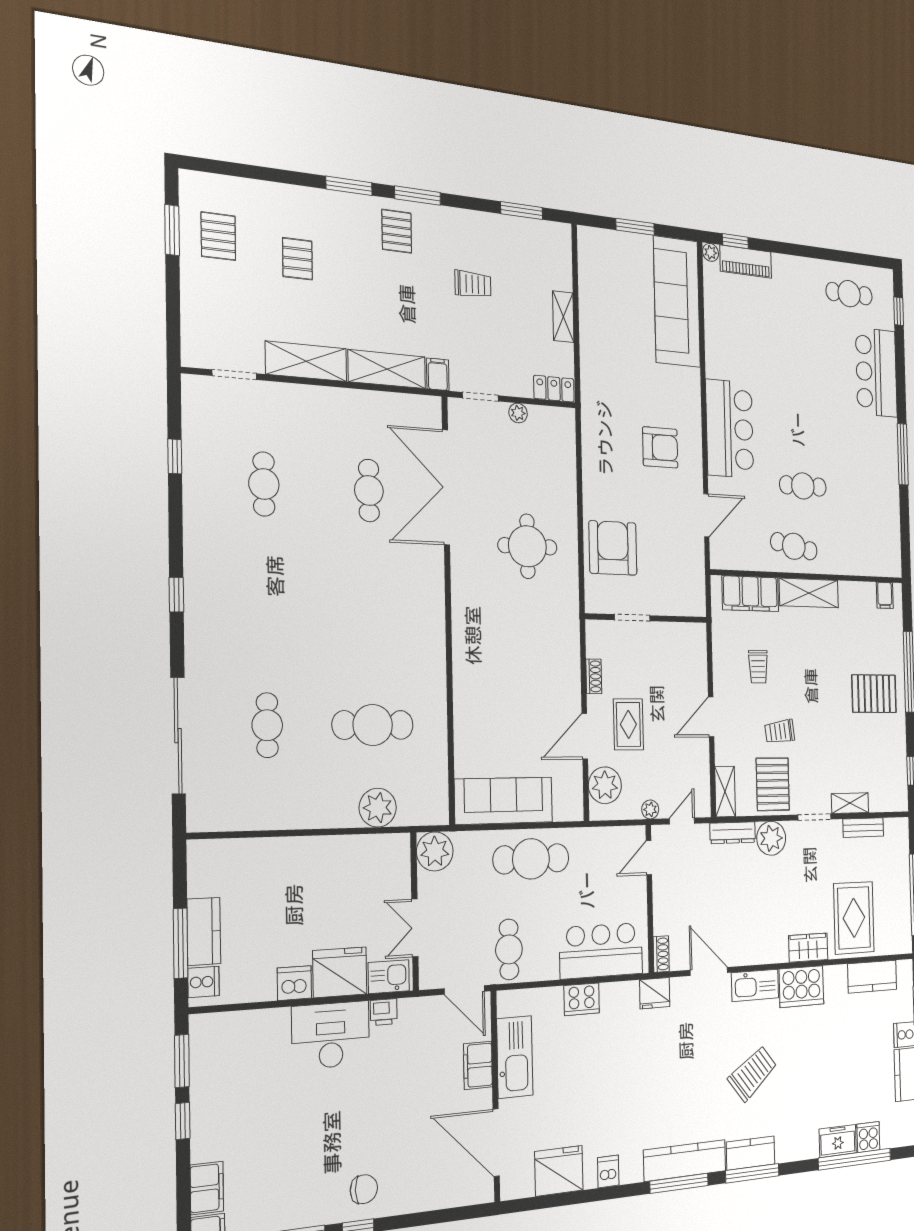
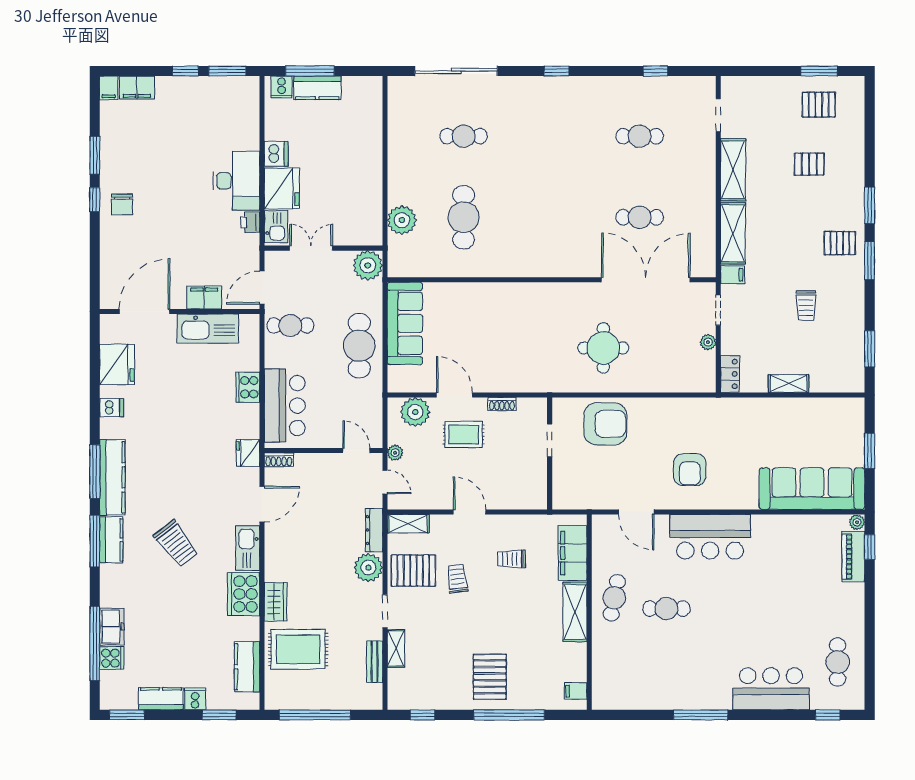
cafe table: (803, 486) -> (666, 609), turned 90

